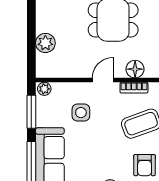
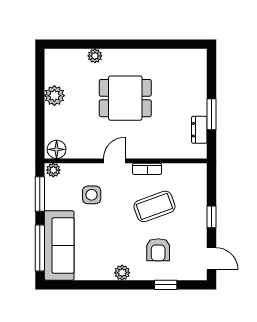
plant: (45, 43) -> (54, 96), moved
floor lamp: (135, 69) -> (57, 149), moved

